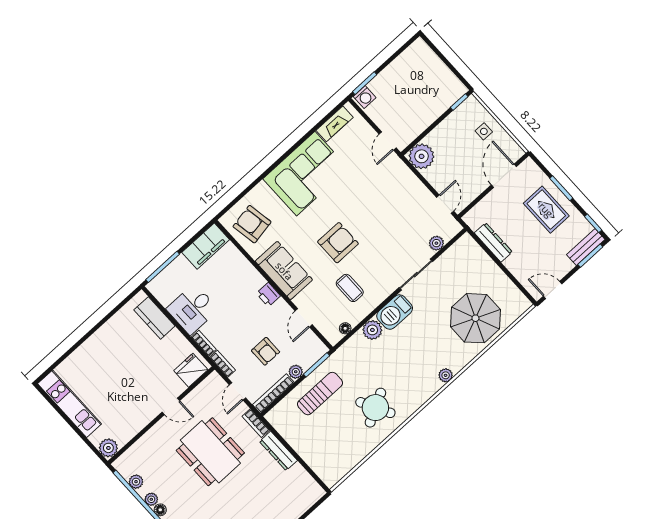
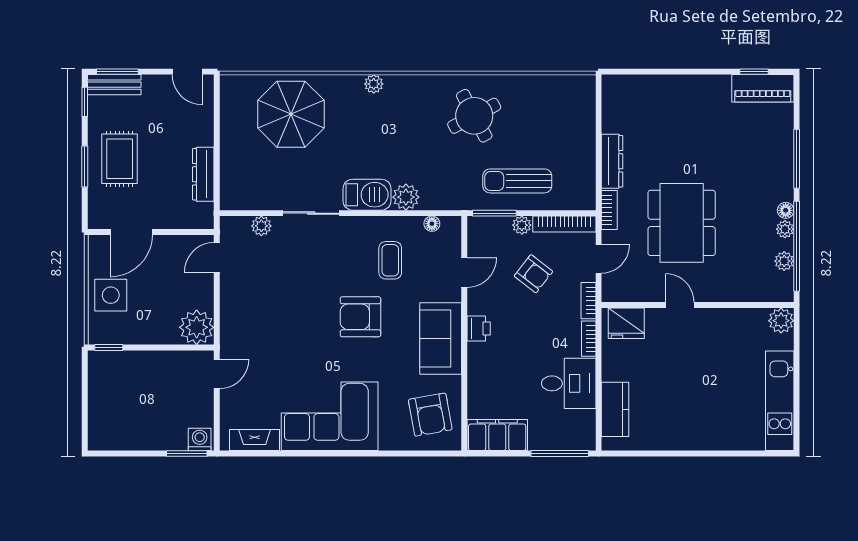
side table: (484, 131) -> (111, 295), width x1.87, depth x1.87
armchair: (266, 351) -> (533, 274), turned 128

